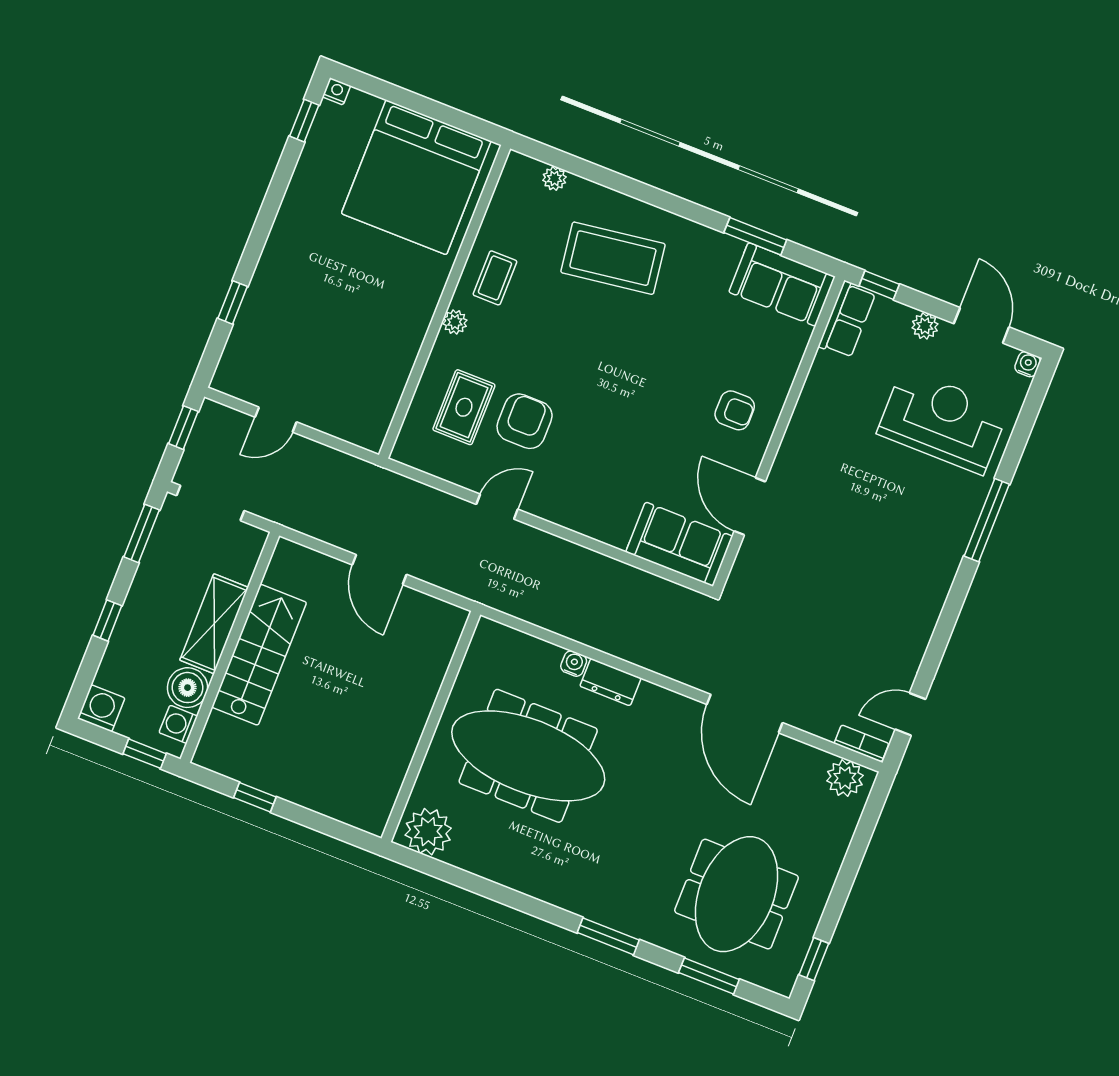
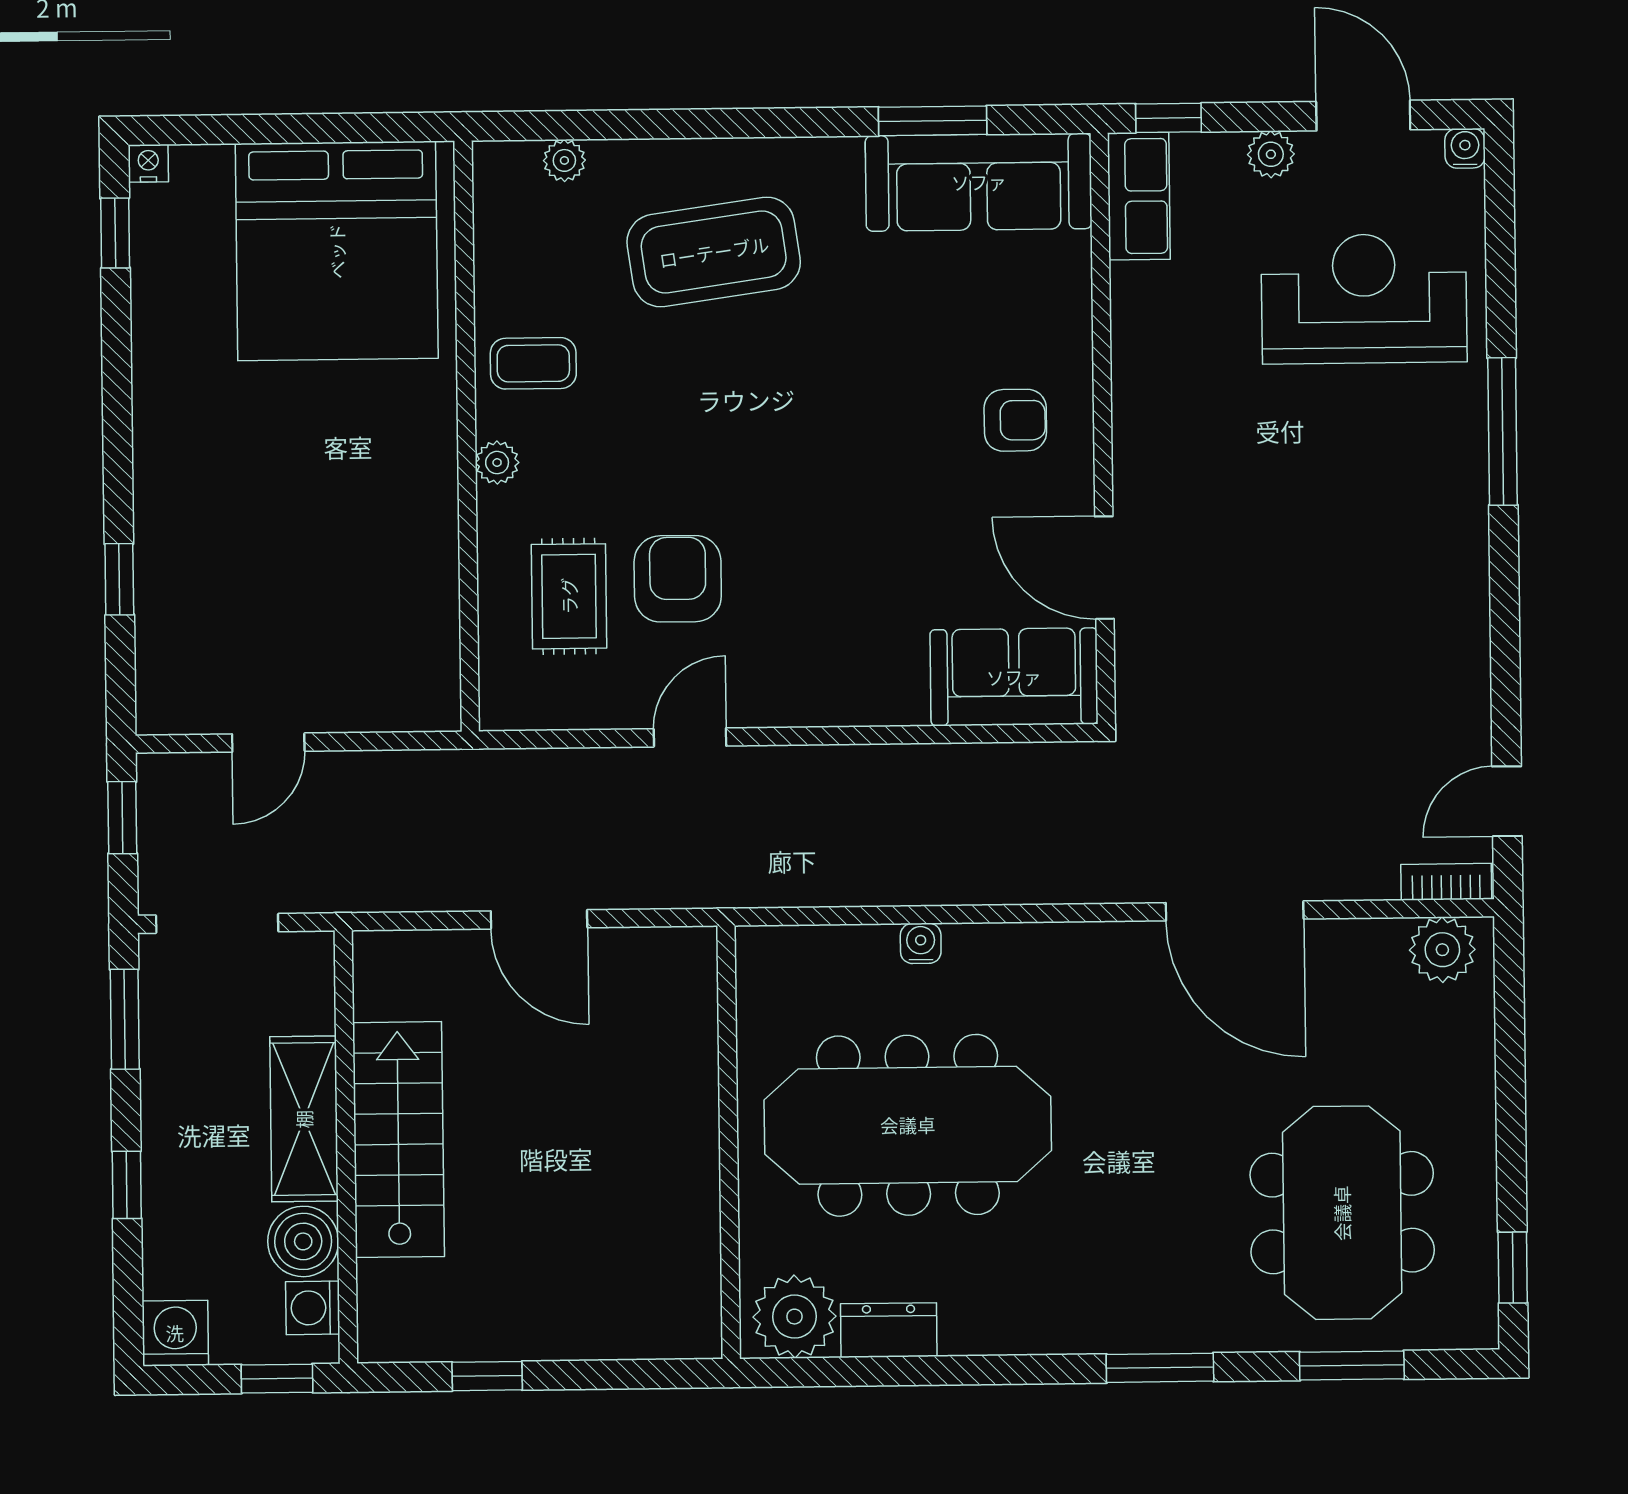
coffee table: (495, 278) -> (533, 363), turned 90
sofa: (782, 284) -> (979, 182), width x1.36
dresser: (610, 682) -> (889, 1330), moved, turned 180

